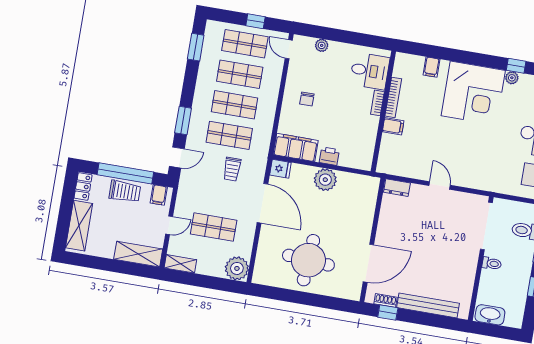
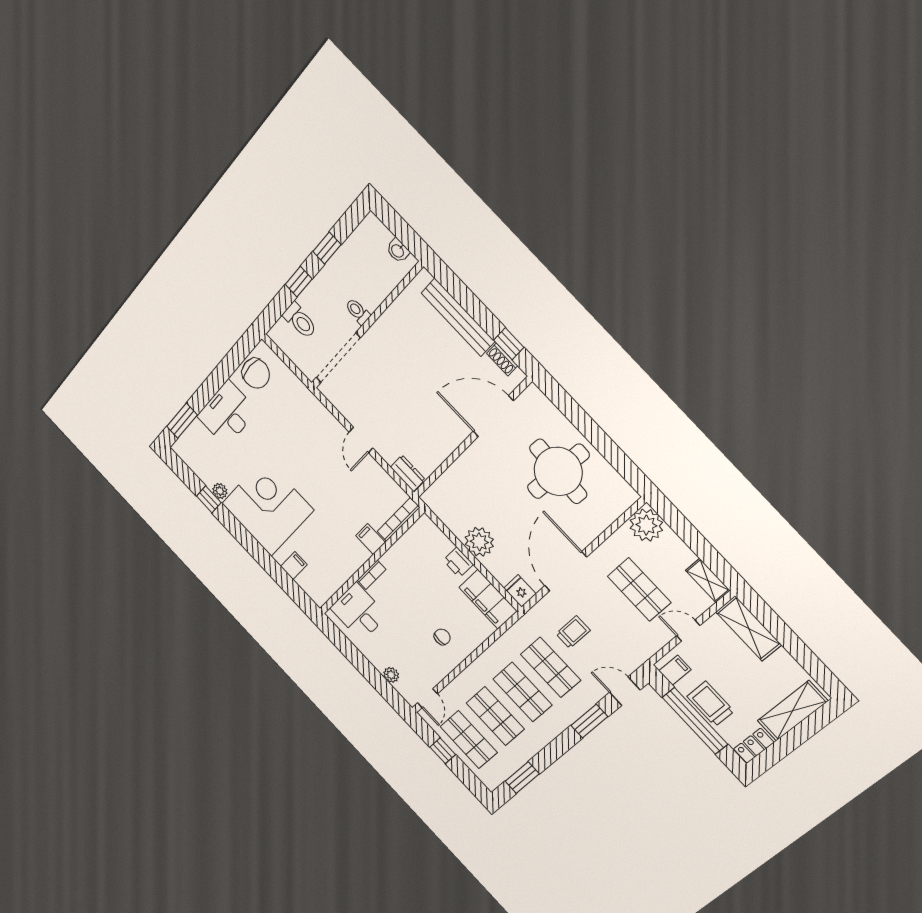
bookcase: (393, 97) -> (399, 519), moved
washbasin: (490, 315) -> (398, 251), width x0.52, depth x0.69

